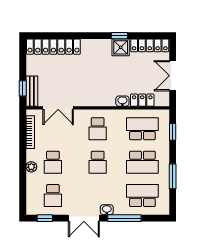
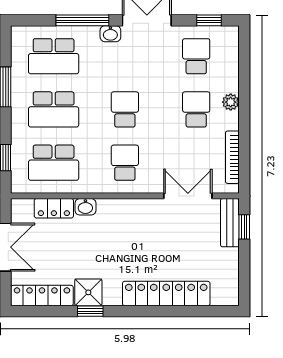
locker: (53, 47) -> (166, 294), moved
school desk: (142, 162) -> (54, 109), turned 180

